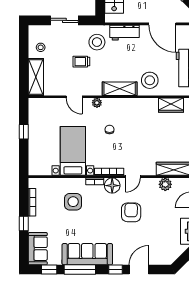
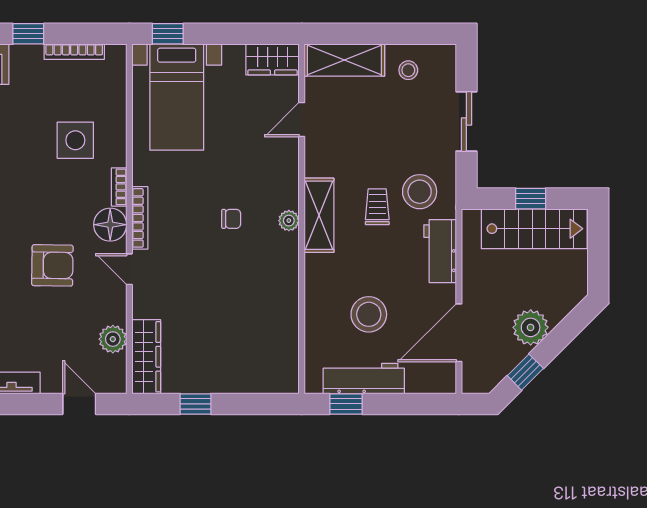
trolley: (81, 62) -> (377, 207), moved
stool: (150, 80) -> (369, 314), moved
shelving: (120, 89) -> (319, 215), moved
door: (74, 97) -> (302, 120), moved
plant: (97, 103) -> (289, 221), moved
wardrobe: (171, 105) -> (272, 59), moved, turned -90
window: (24, 132) -> (168, 34), moved
bed with nightstands: (73, 151) -> (177, 97), moved, turned 90

